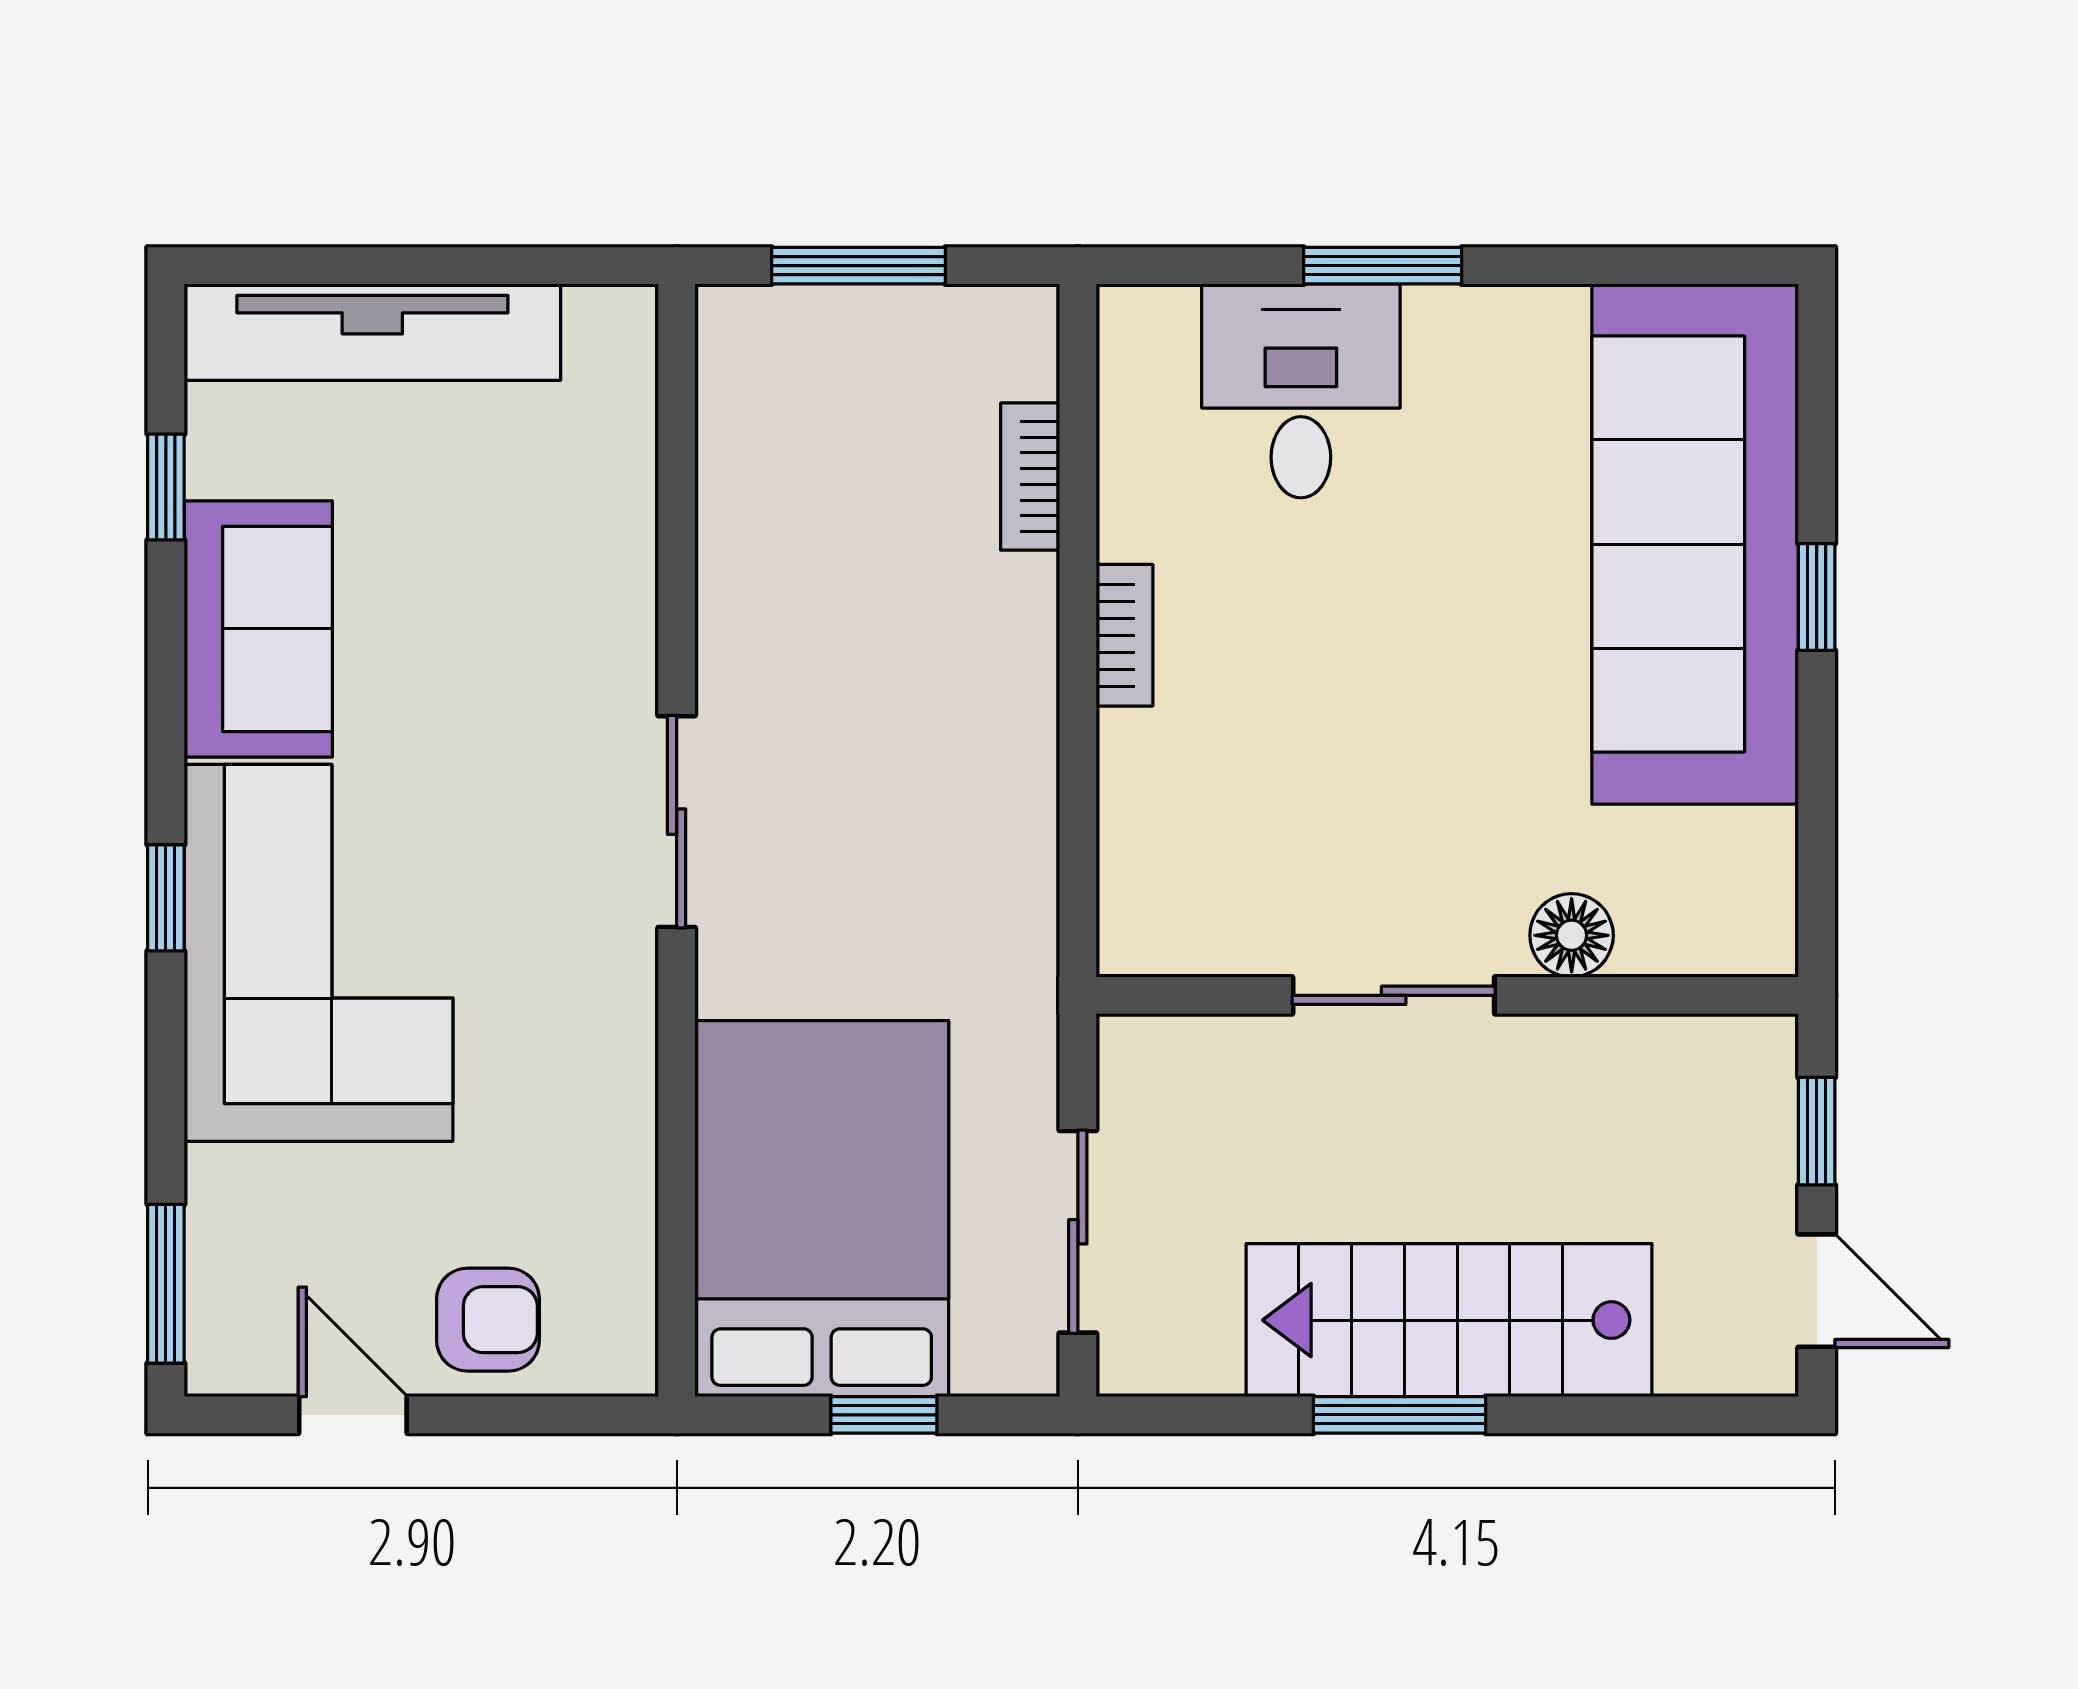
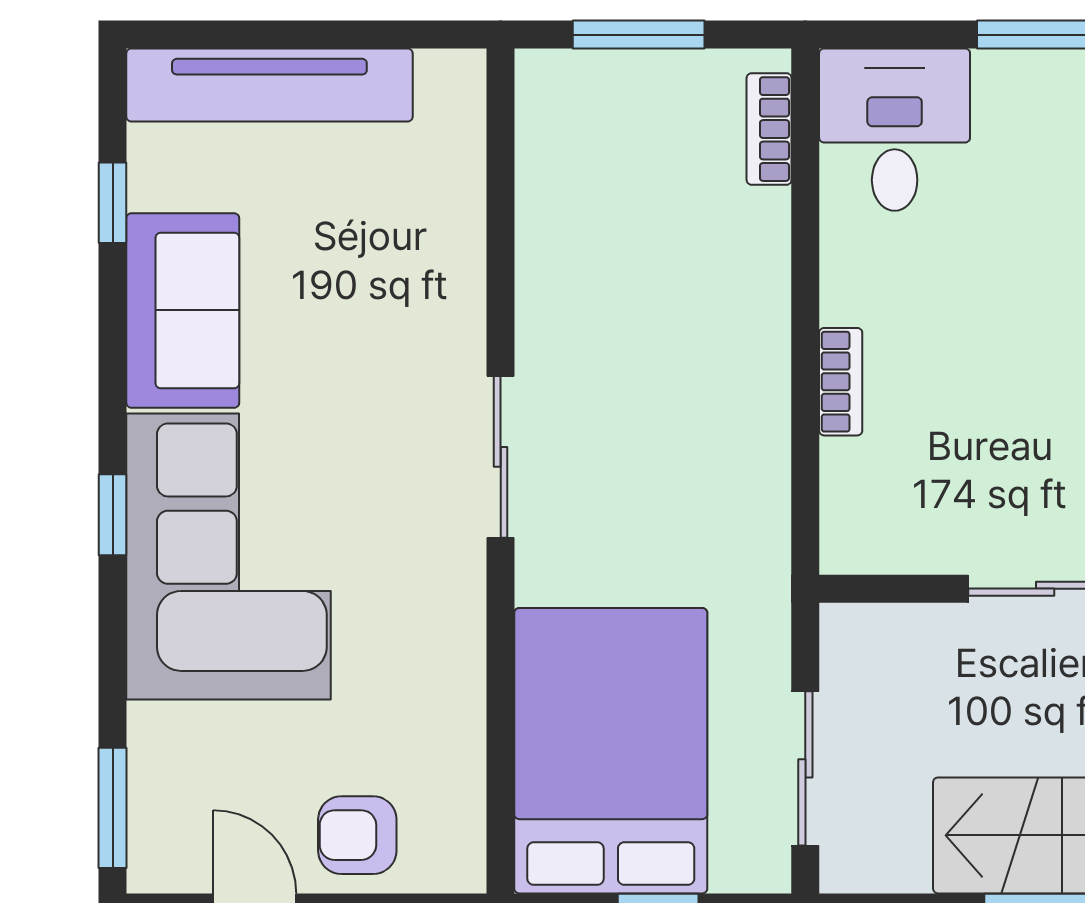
desk: (1301, 391) -> (895, 130), moved
bookcase: (1030, 477) -> (769, 129), moved
bookcase: (1124, 635) -> (841, 382), moved
armchair: (488, 1320) -> (357, 835), turned 180

